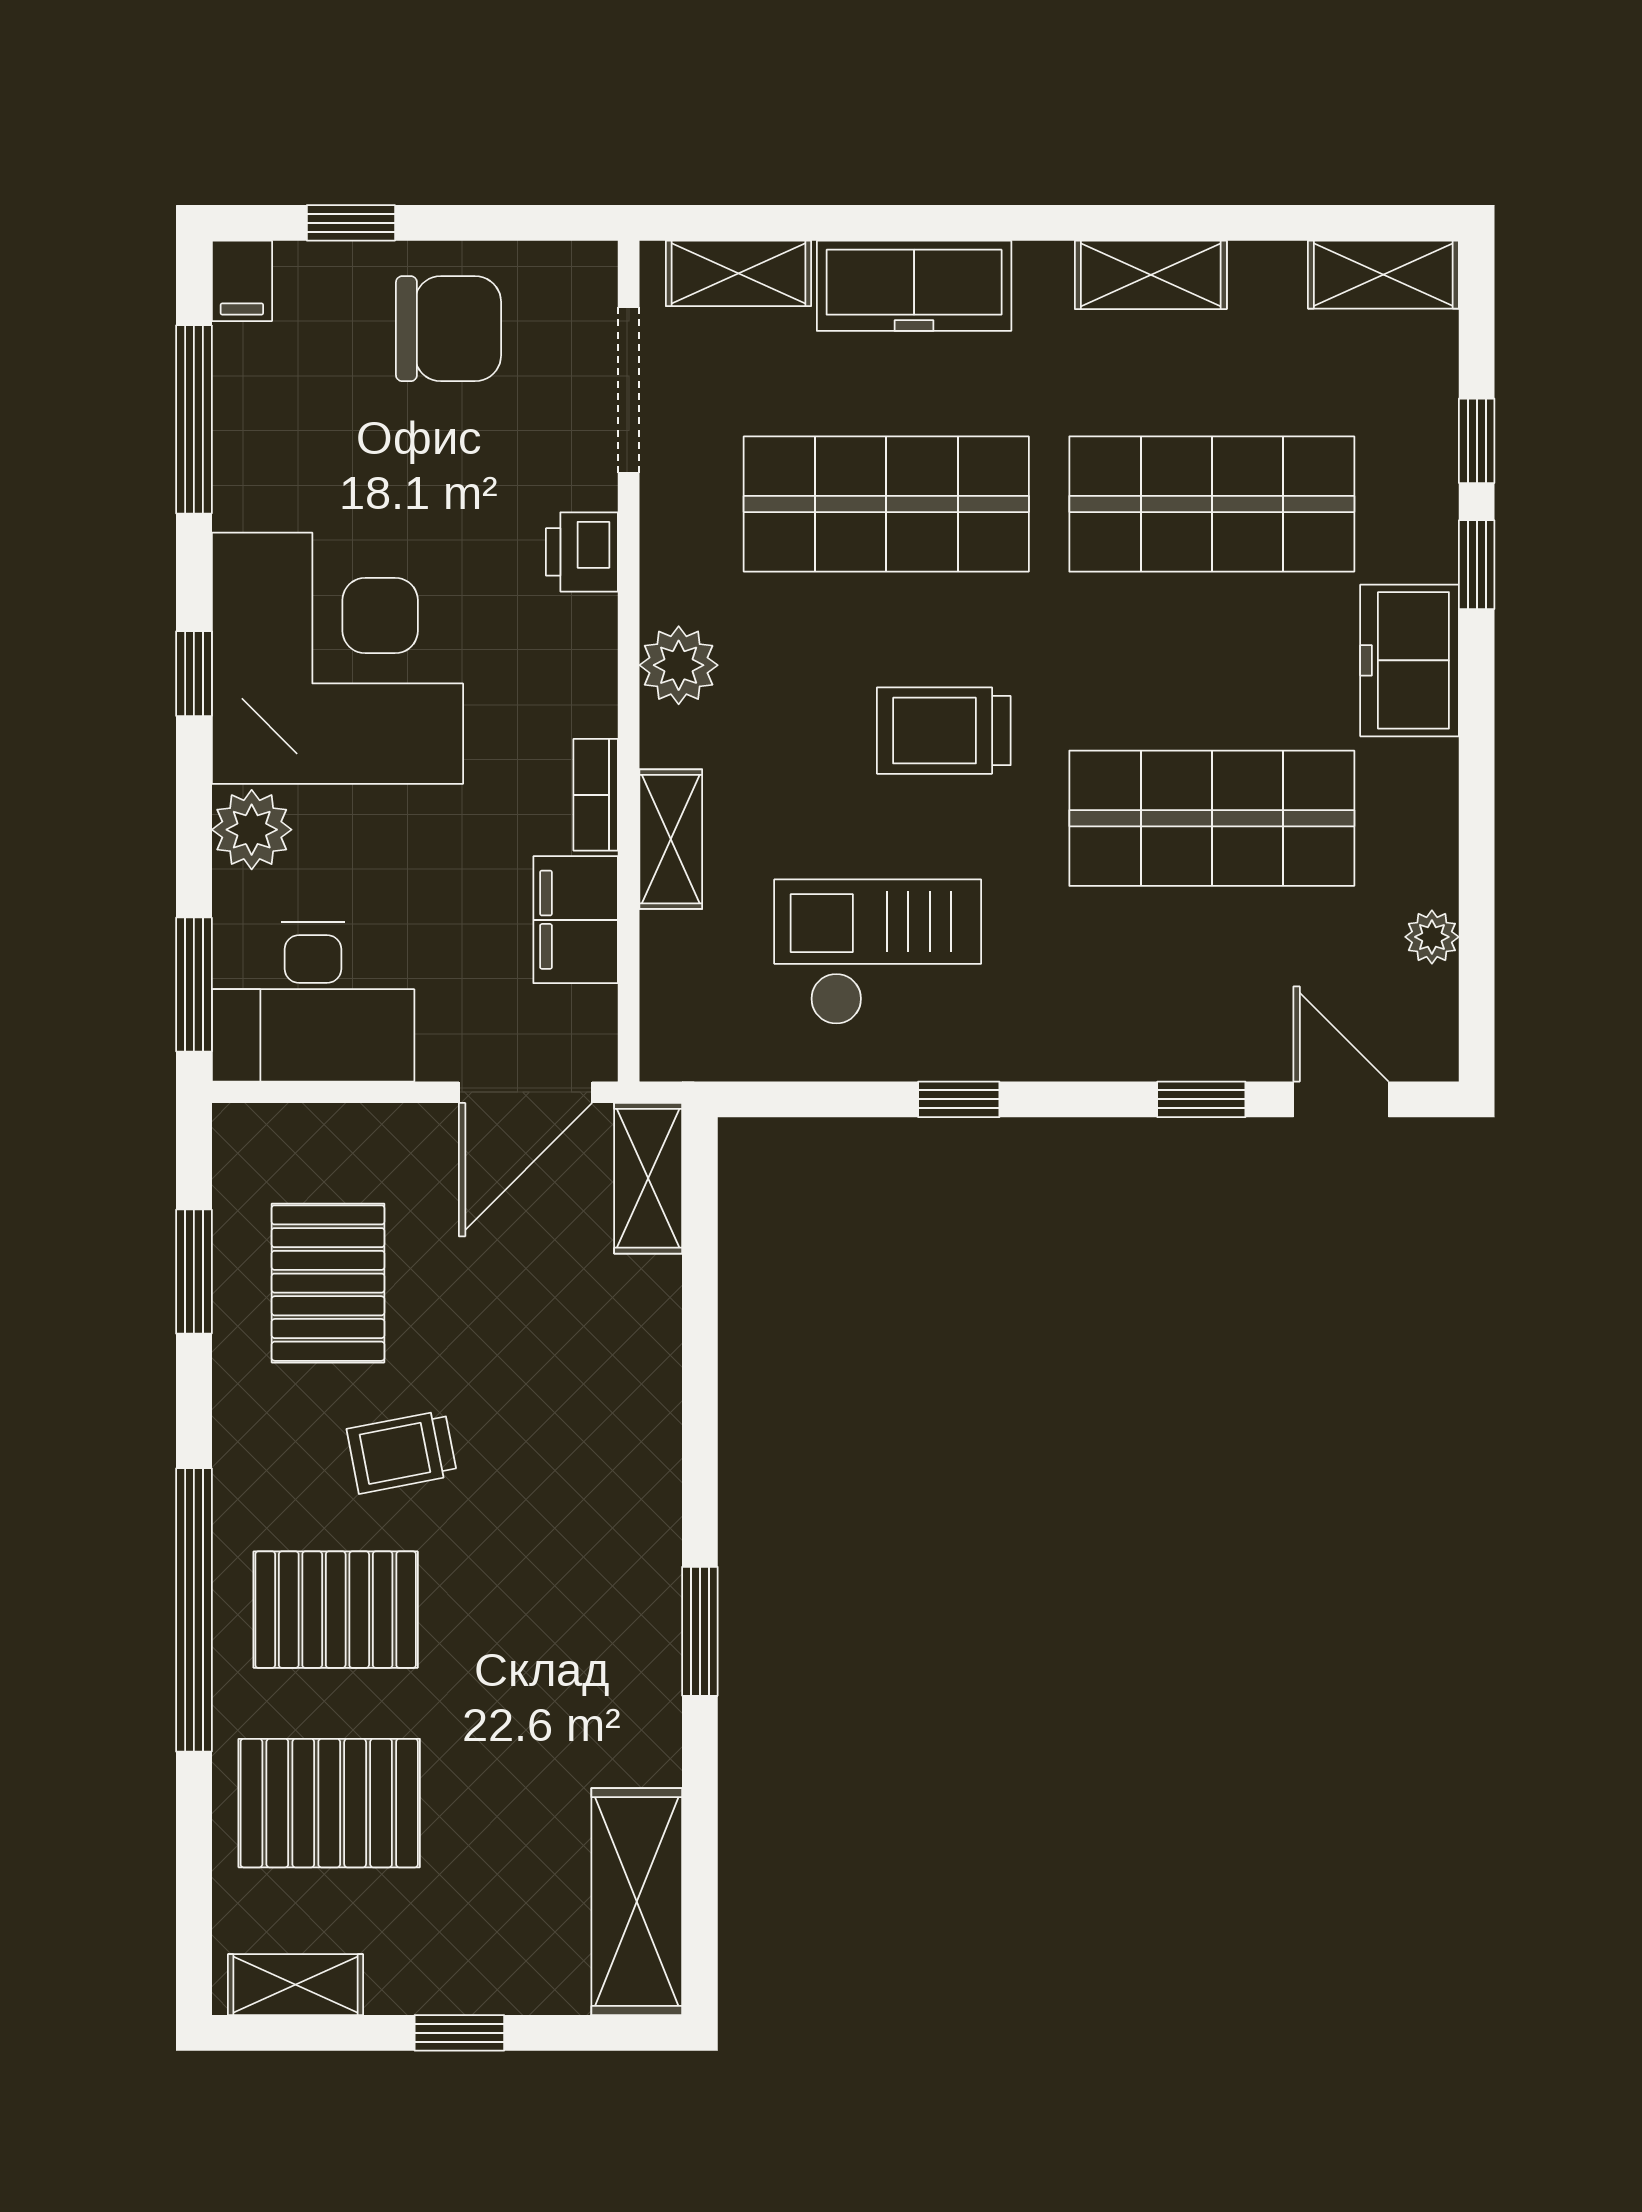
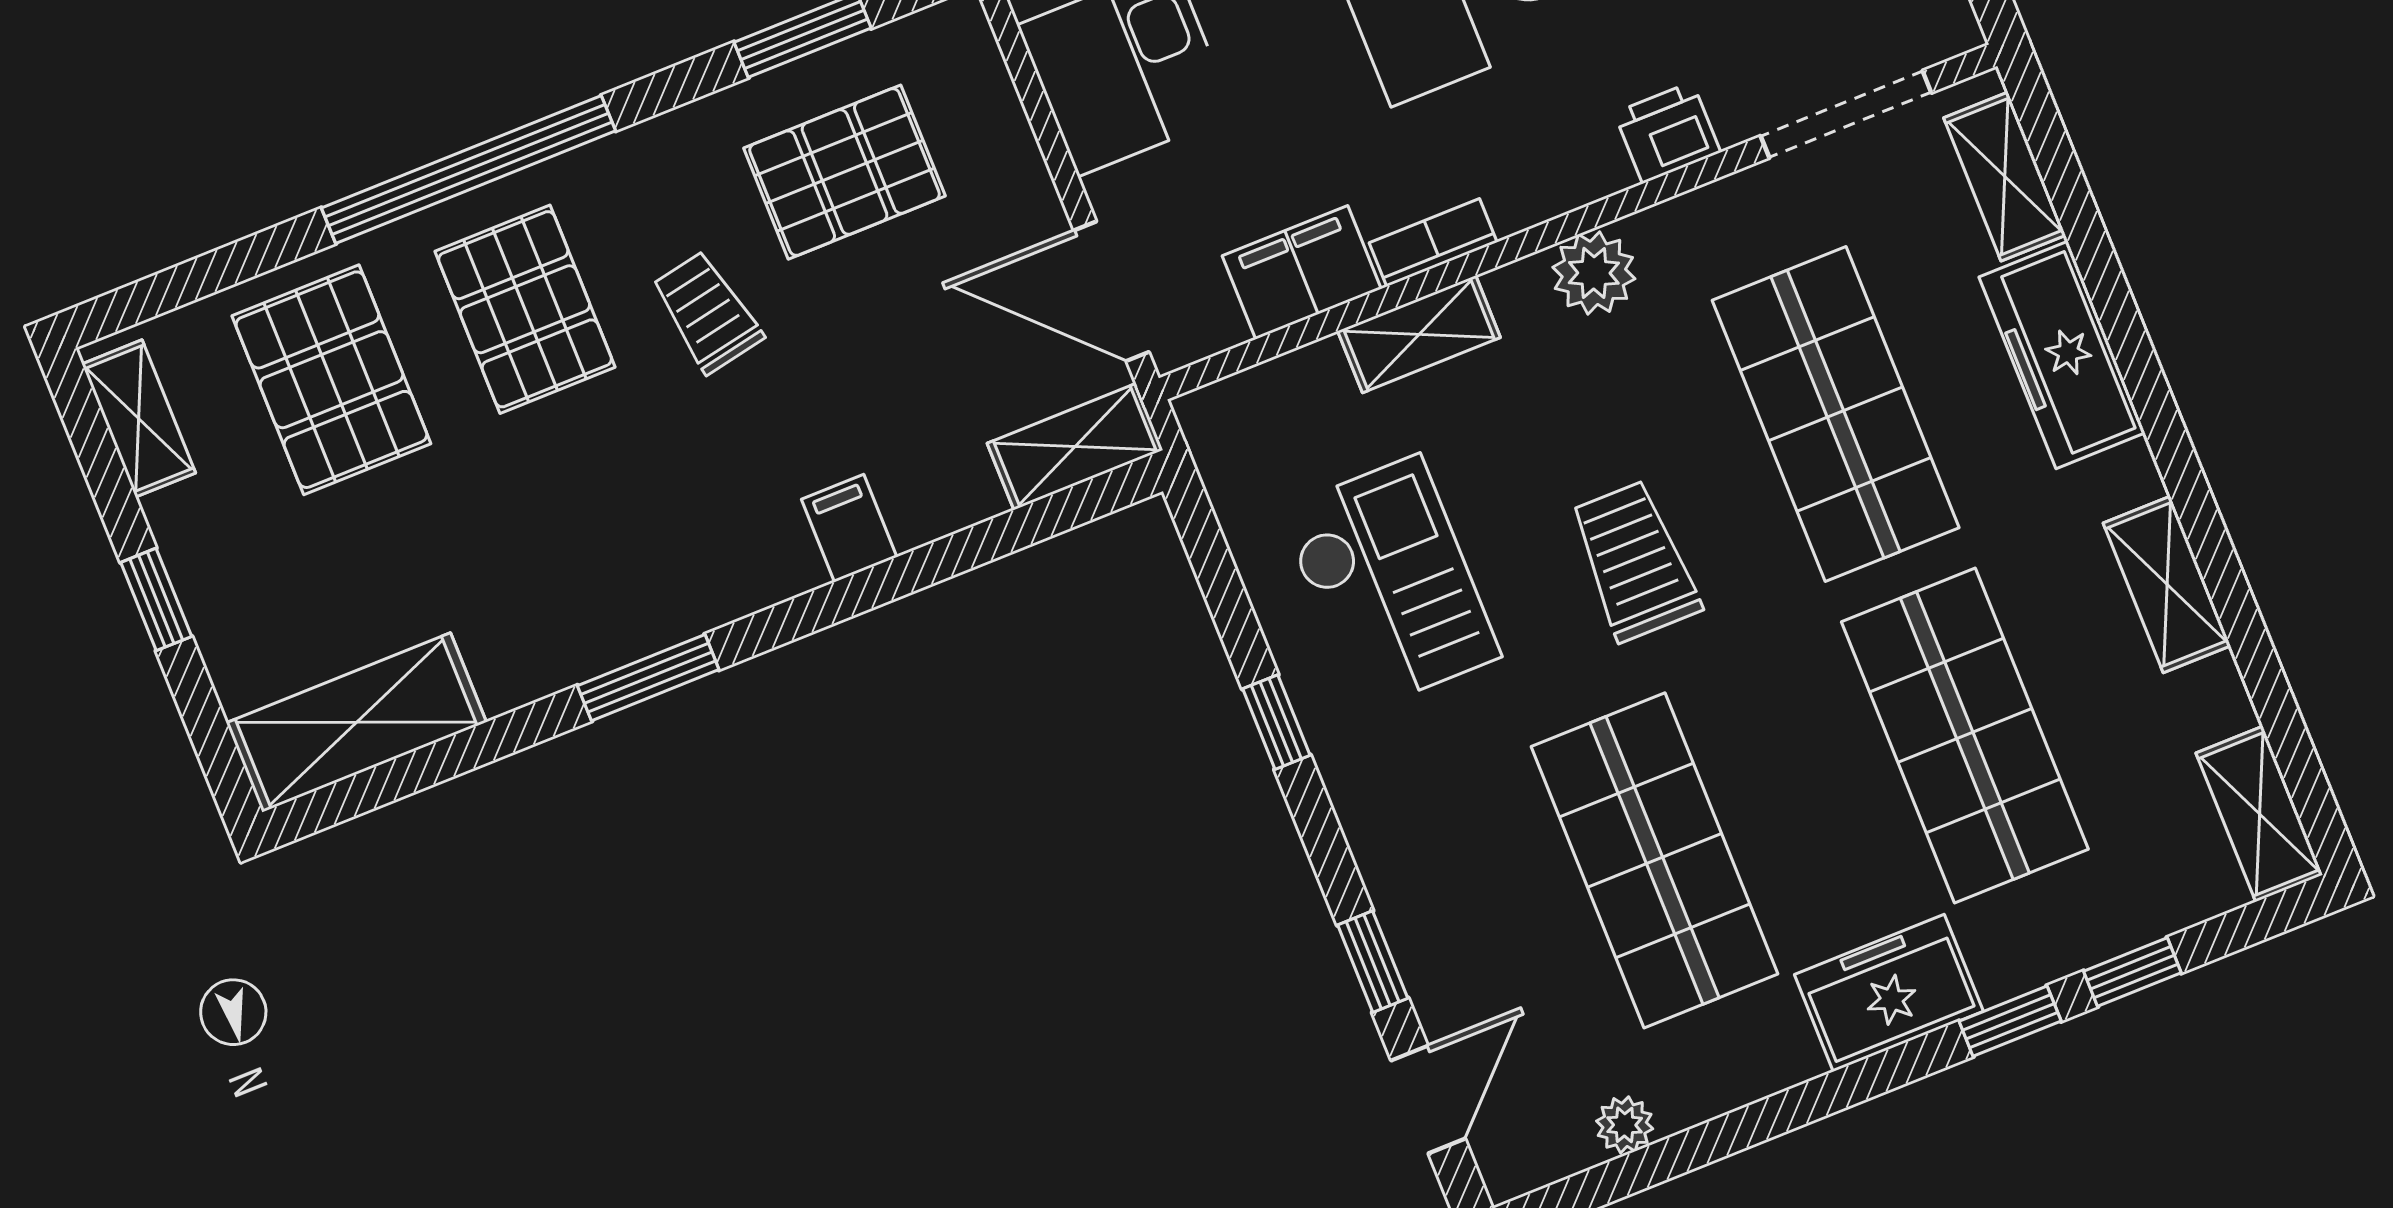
filing cabinet: (640, 1404) -> (849, 528), added

